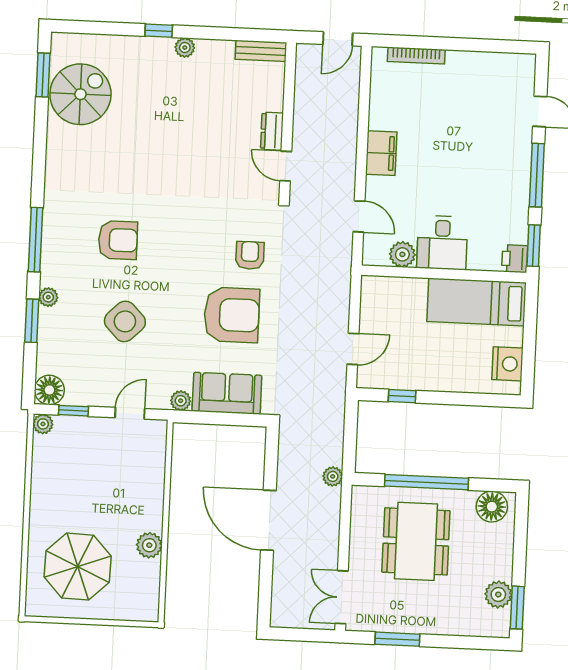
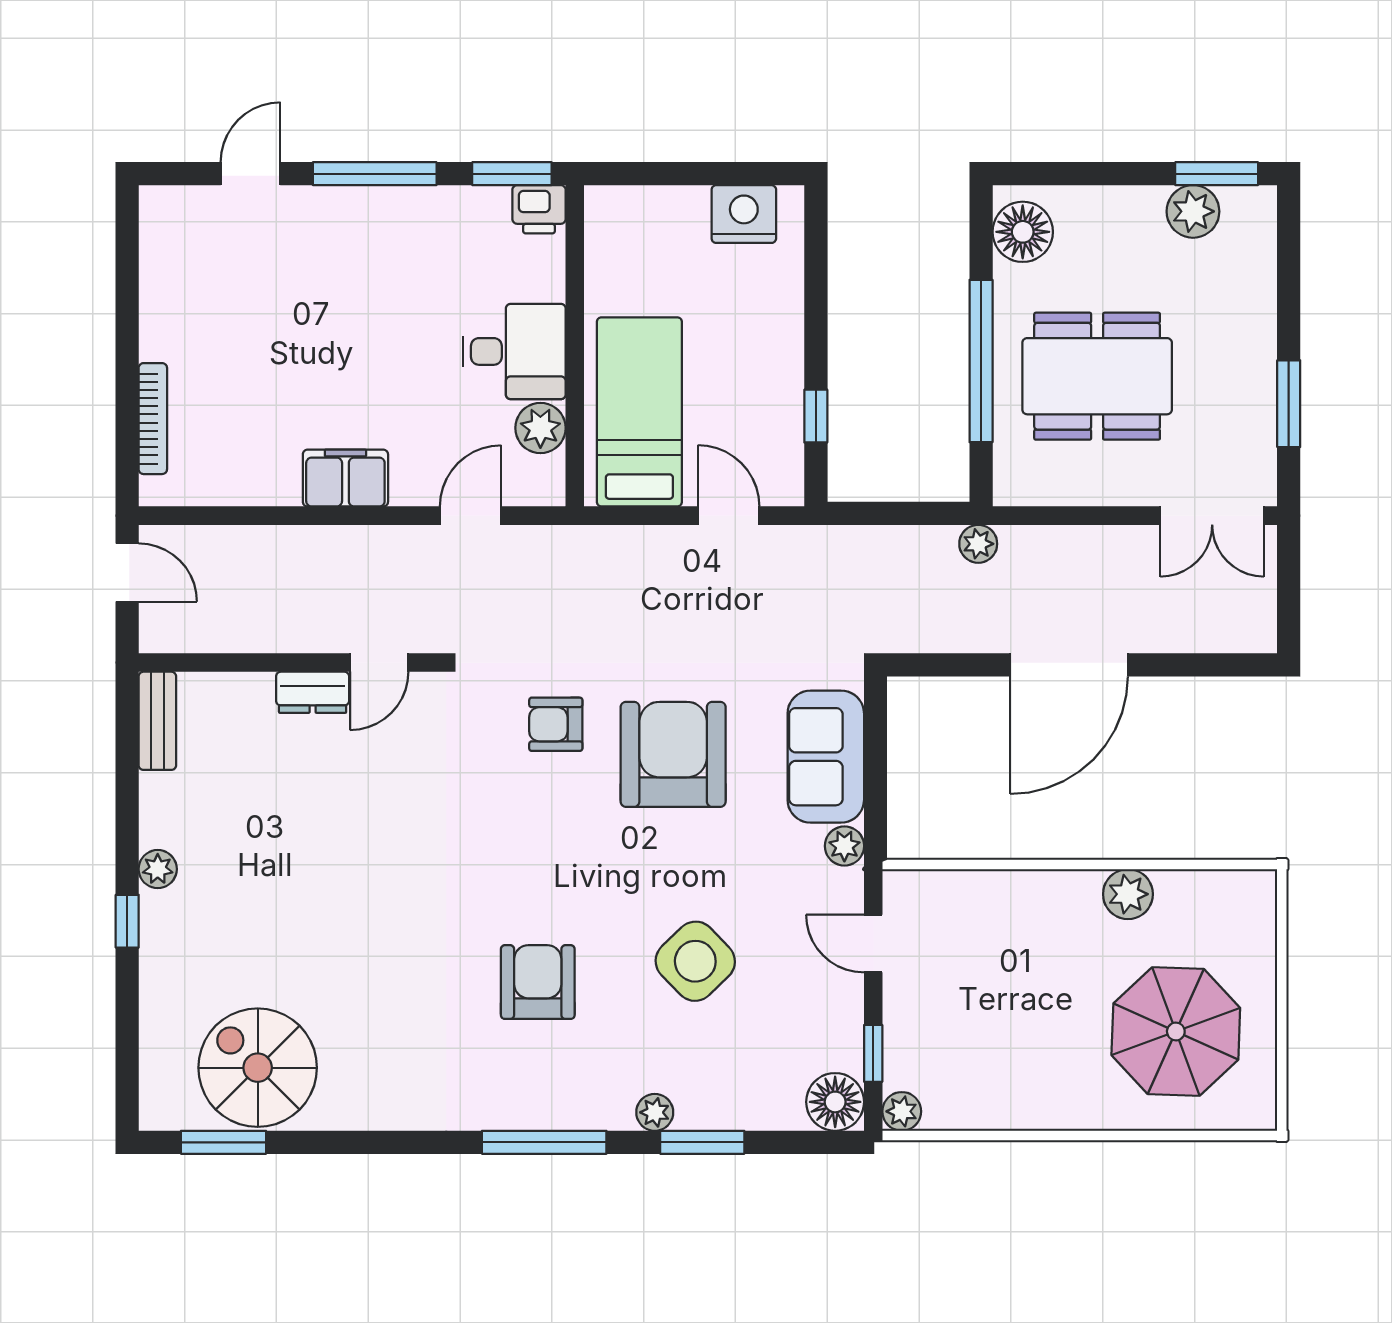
bed: (476, 302) -> (639, 412), moved, turned 180

